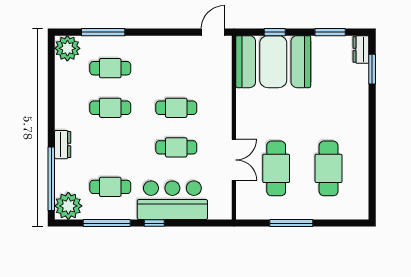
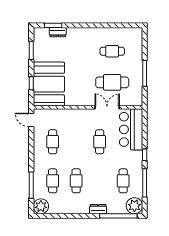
dresser: (361, 49) -> (58, 32), moved
cafe table: (176, 108) -> (53, 142), moved
cafe table: (329, 168) -> (112, 51), width x0.73, depth x0.74
bar counter: (172, 200) -> (131, 129), moved

